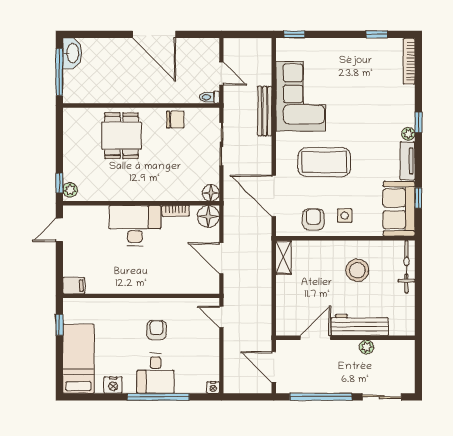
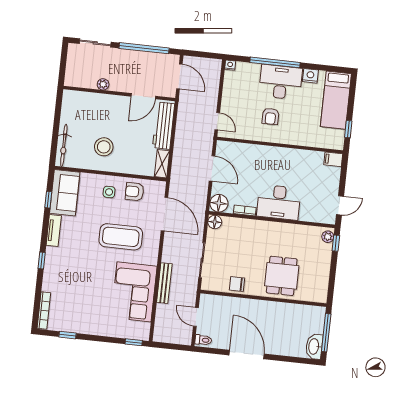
toilet: (209, 97) -> (203, 340), moved
plant: (408, 134) -> (51, 252), removed
armchair: (313, 219) -> (135, 192), turned 90
workbench: (360, 325) -> (164, 126), moved, turned 90
desk: (156, 373) -> (281, 82), width x1.37

